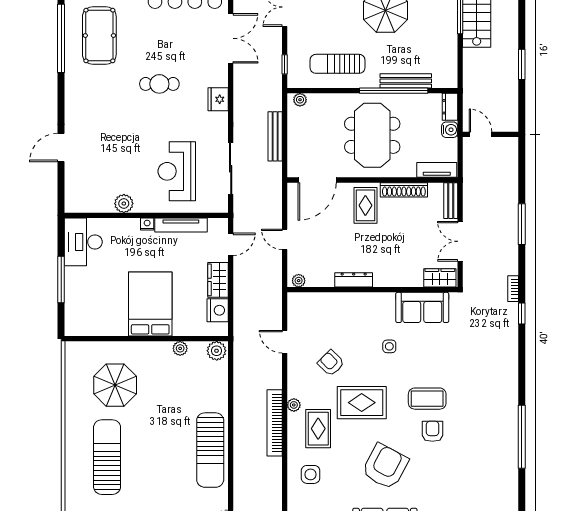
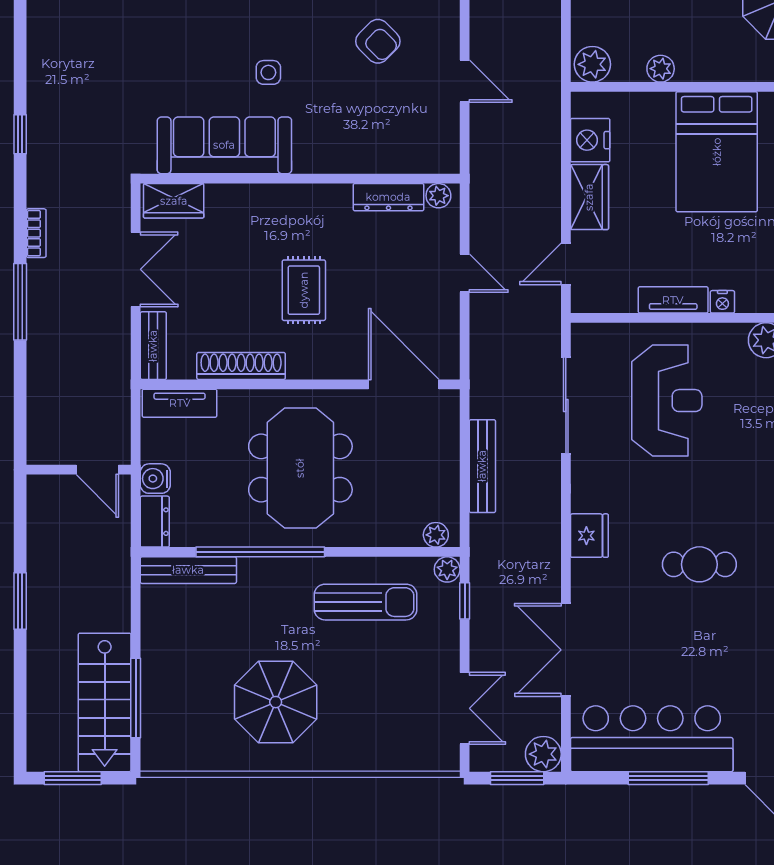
plant: (294, 81) -> (447, 569), added
bench: (406, 81) -> (188, 570), moved
door: (317, 180) -> (404, 384), hinge flipped
rug: (365, 205) -> (304, 290), moved
tv unit: (181, 225) -> (673, 300), width x0.71
dresser: (354, 280) -> (388, 197), moved
bookcase: (513, 289) -> (36, 233), moved
sofa: (422, 307) -> (224, 145), width x1.36

